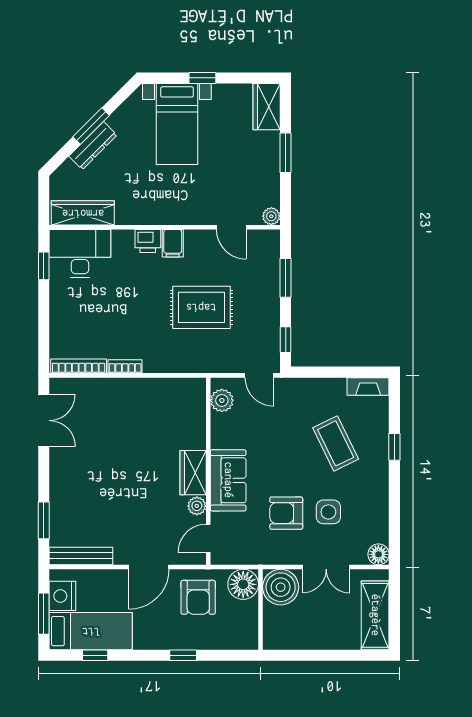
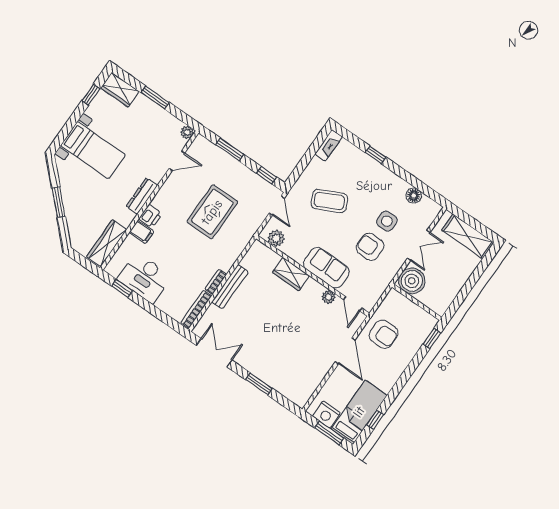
window: (202, 78) -> (91, 95), moved
dresser: (93, 146) -> (142, 196), moved, turned -135
filing cabinet: (173, 243) -> (142, 232), moved
desk: (80, 254) -> (144, 278), moved, turned -90
door: (259, 375) -> (277, 206), hinge flipped
coffee table: (336, 443) -> (329, 201), moved
wardrobe: (193, 473) -> (291, 274), moved
armchair: (286, 513) -> (370, 247), turned 90
window: (44, 520) -> (259, 384), moved
floor lamp: (378, 554) -> (414, 196), moved
bench: (81, 556) -> (230, 287), moved
floor lamp: (243, 584) -> (395, 302), removed
window: (183, 655) -> (432, 338), moved

